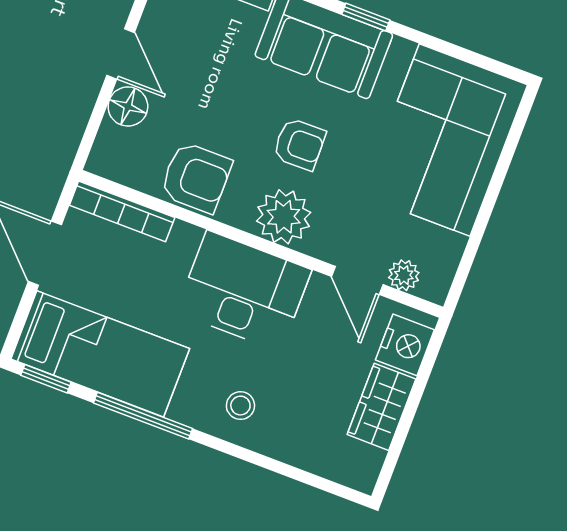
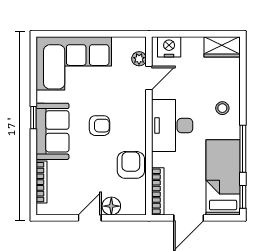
armchair: (299, 144) -> (100, 126), turned 91
plant: (284, 217) -> (133, 120), removed
wardrobe: (381, 407) -> (222, 47), moved

